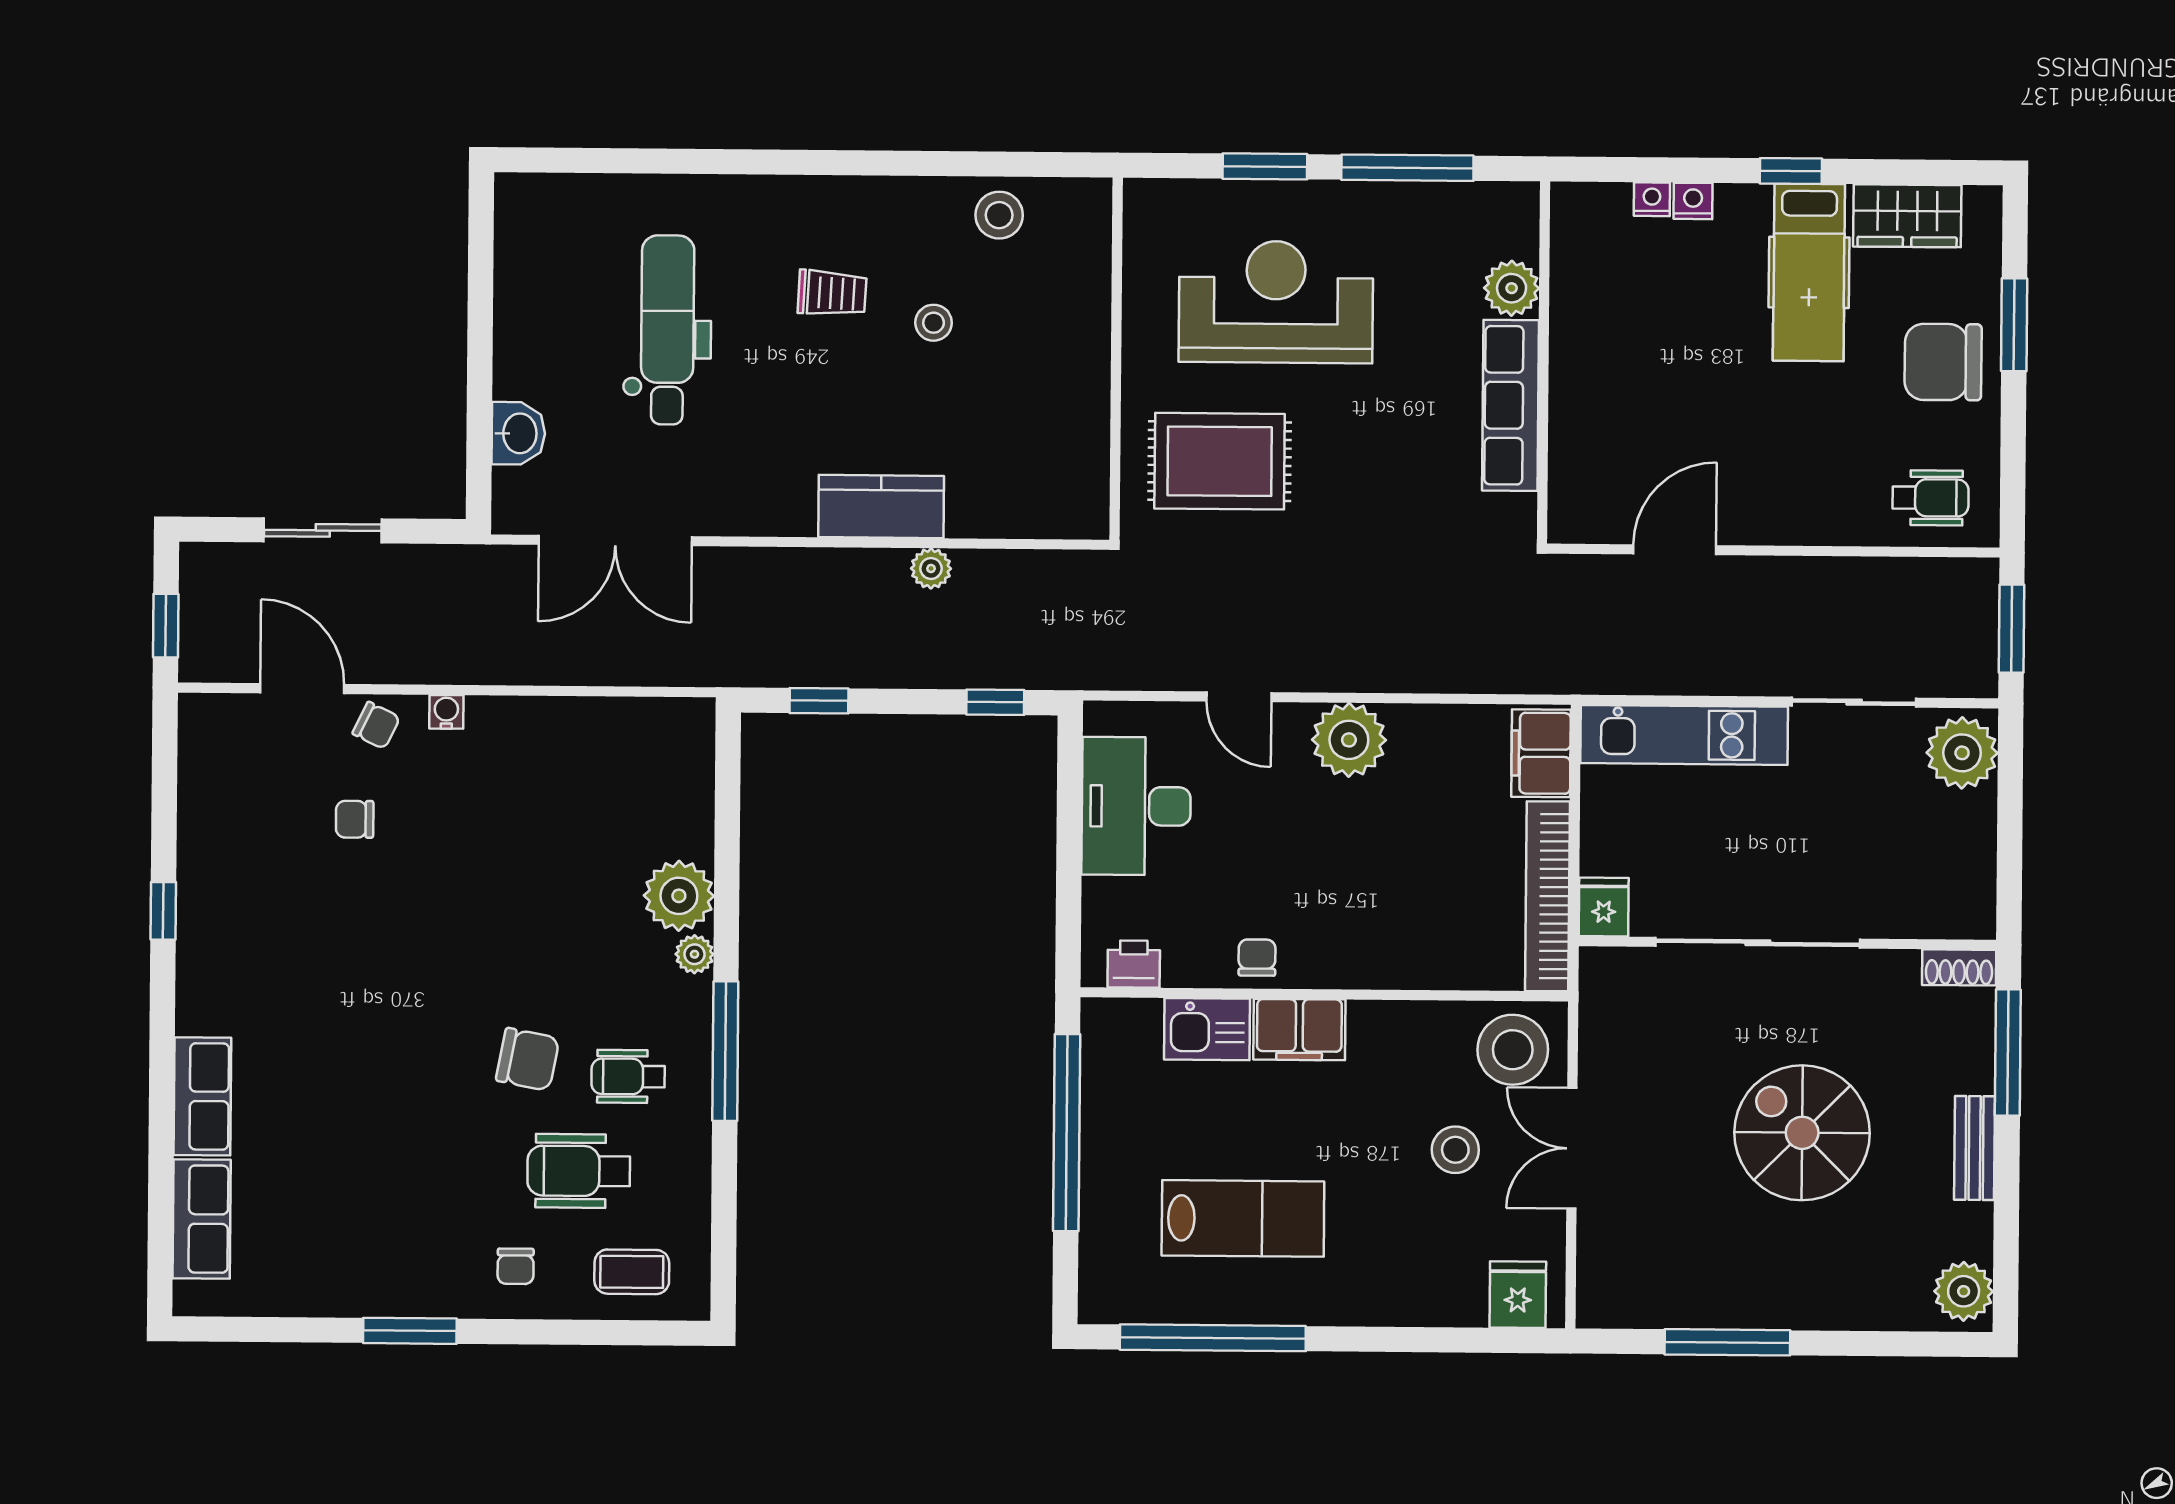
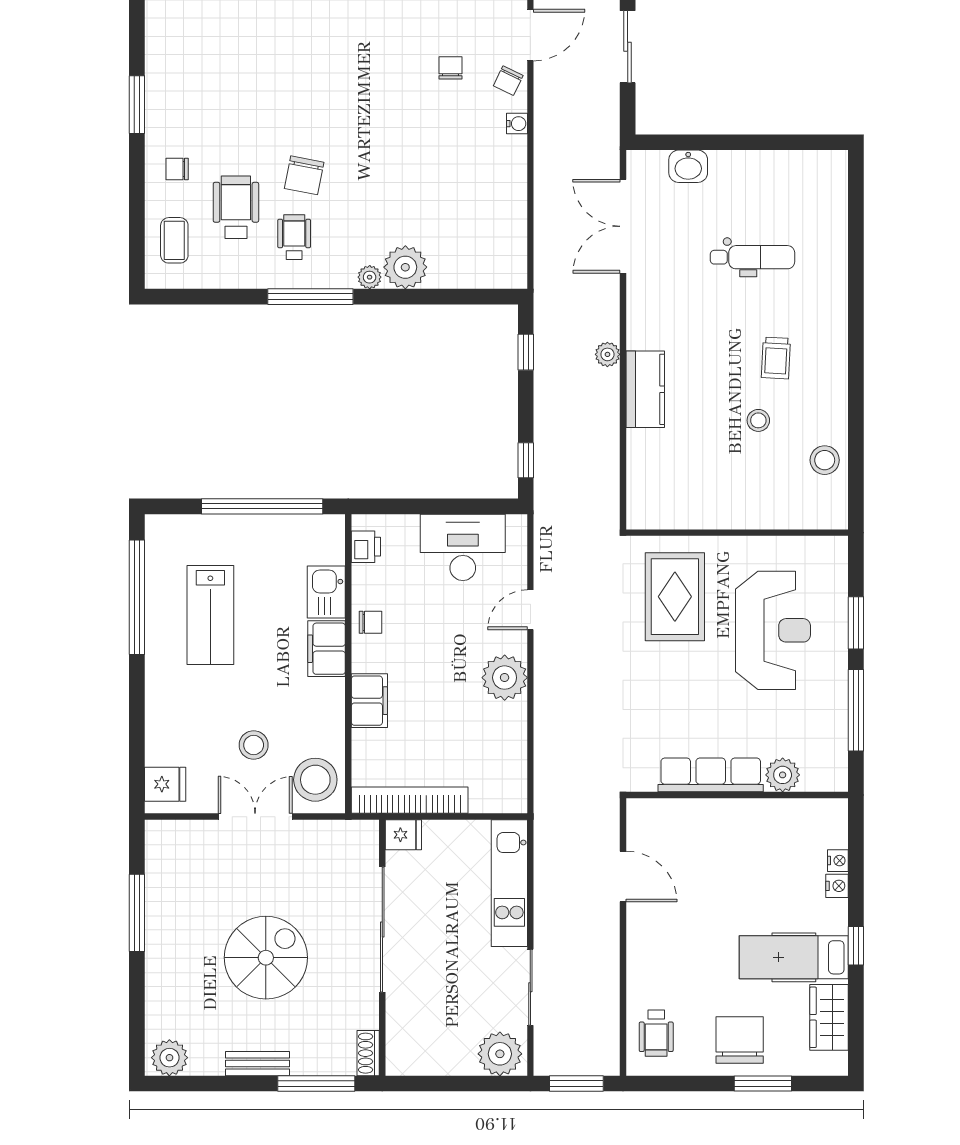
dental chair: (667, 330) -> (752, 257), width x0.73, depth x0.72
plant: (931, 568) -> (607, 354), moved
filing cabinet: (1541, 753) -> (369, 701), moved, turned 90

